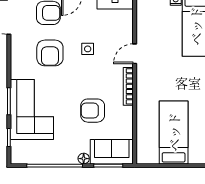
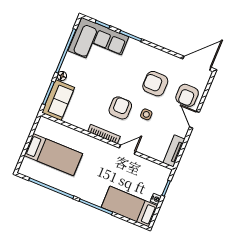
door: (135, 54) -> (127, 150), hinge flipped
corner sofa: (32, 109) -> (98, 44), moved
armchair: (93, 111) -> (120, 108), moved

